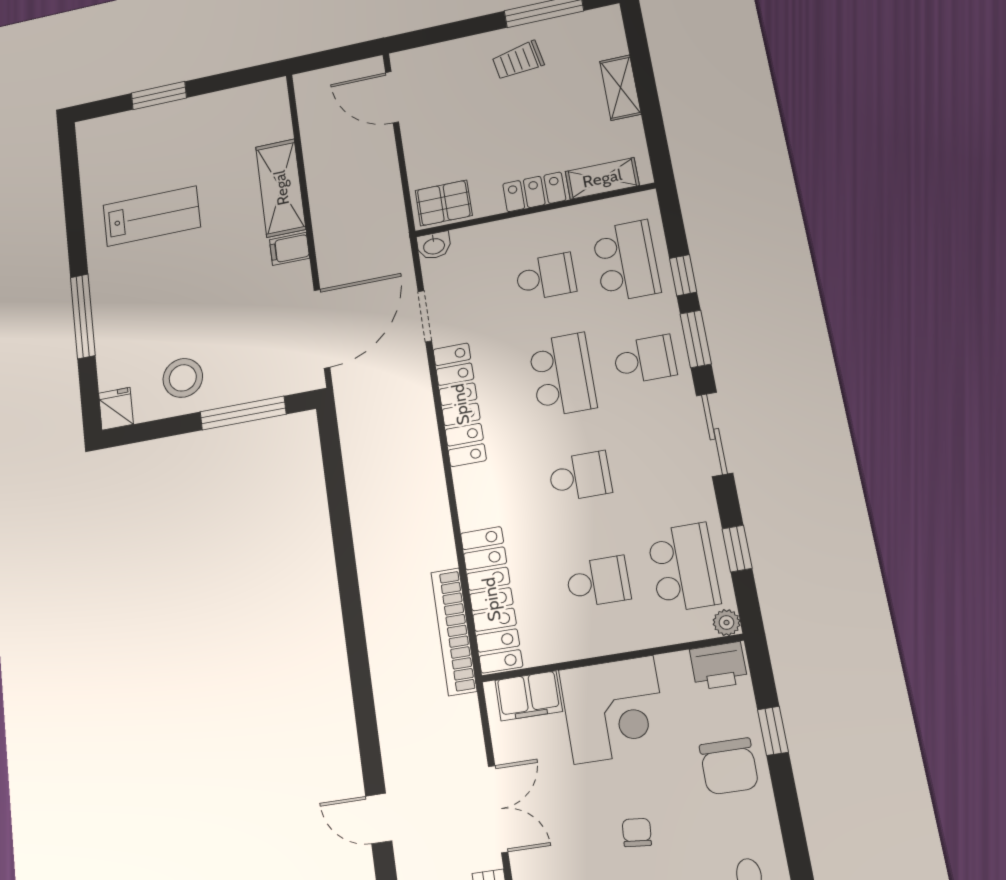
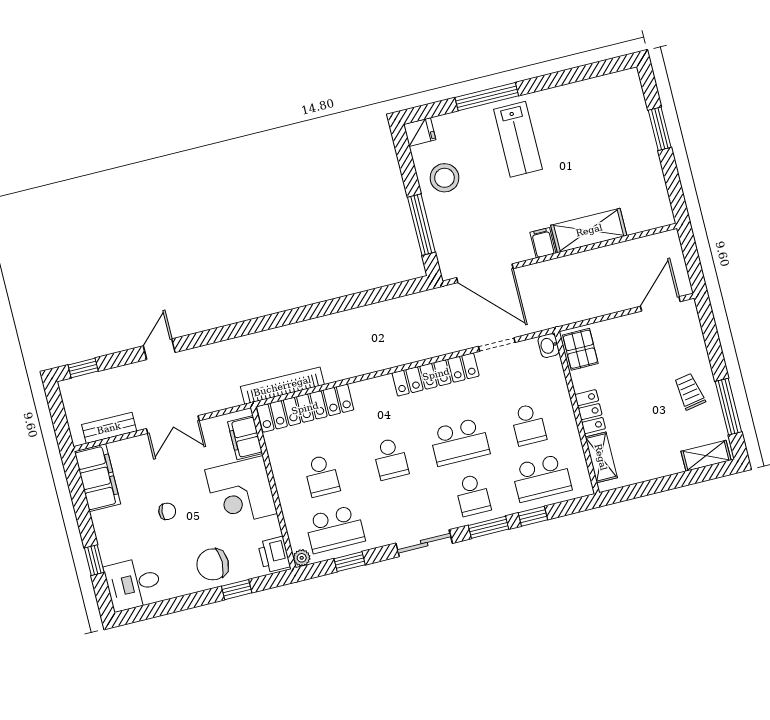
shelving: (620, 88) -> (706, 456), moved
lab bench: (152, 216) -> (518, 139), moved

